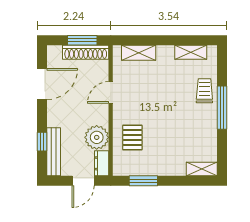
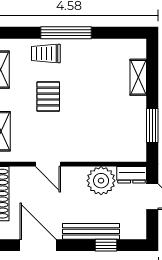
pallet: (132, 137) -> (48, 97), moved, turned 90
bench: (54, 152) -> (91, 231), moved
shelving: (202, 169) -> (138, 77), moved

